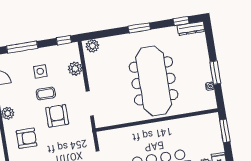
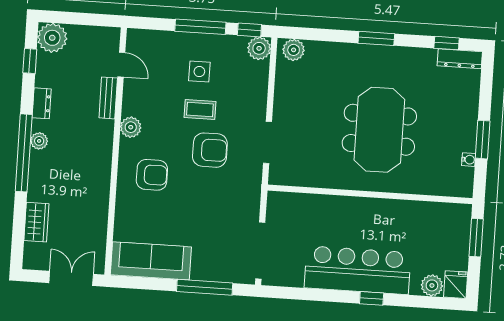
window: (22, 47) -> (200, 27), moved
plant: (75, 69) -> (259, 48), moved
meeting table: (154, 81) -> (379, 130), width x0.73
armchair: (57, 116) -> (210, 150), turned 90

